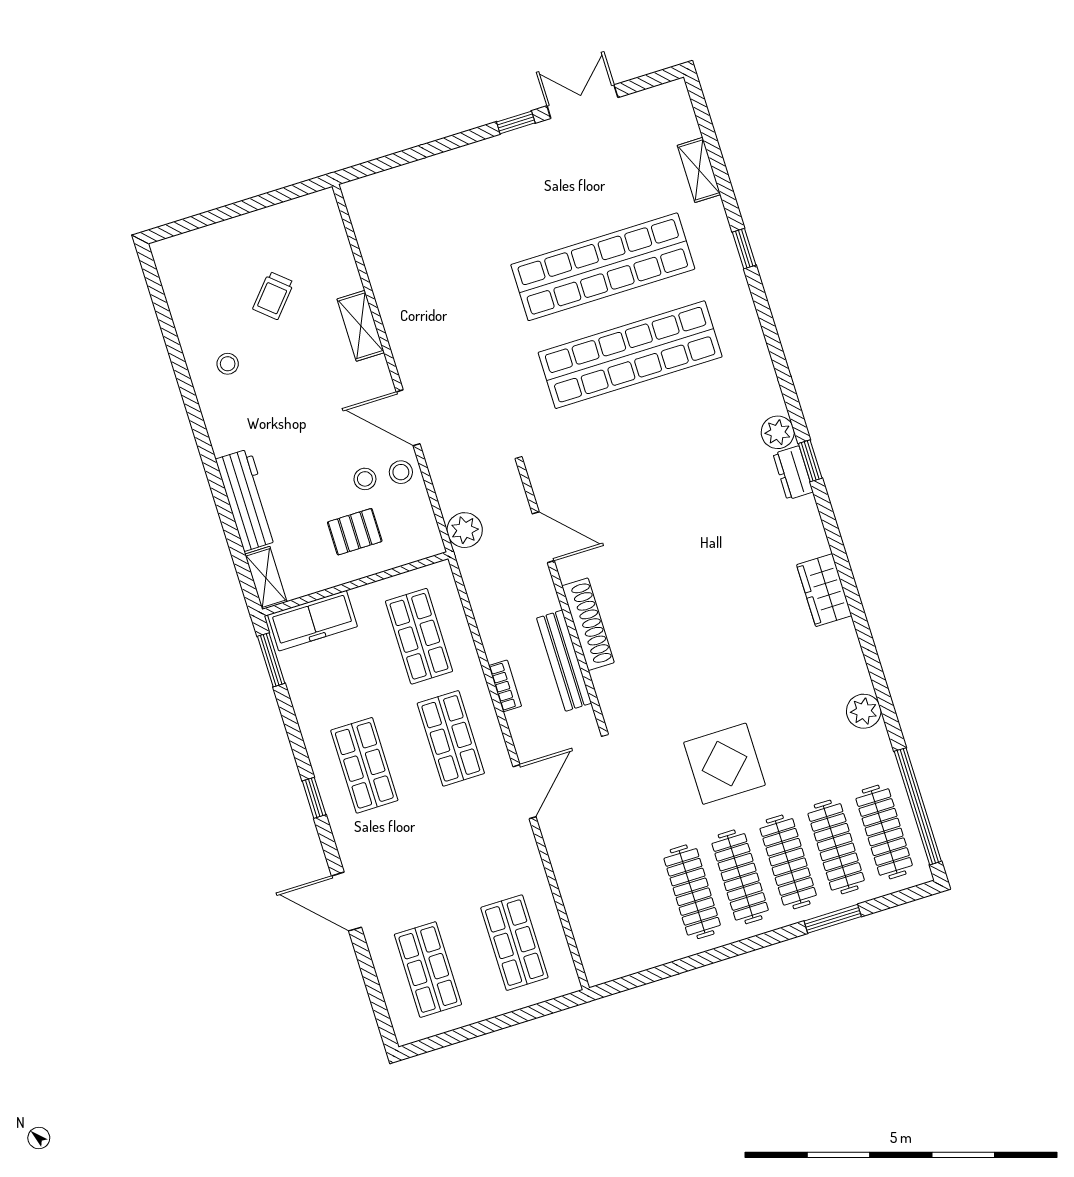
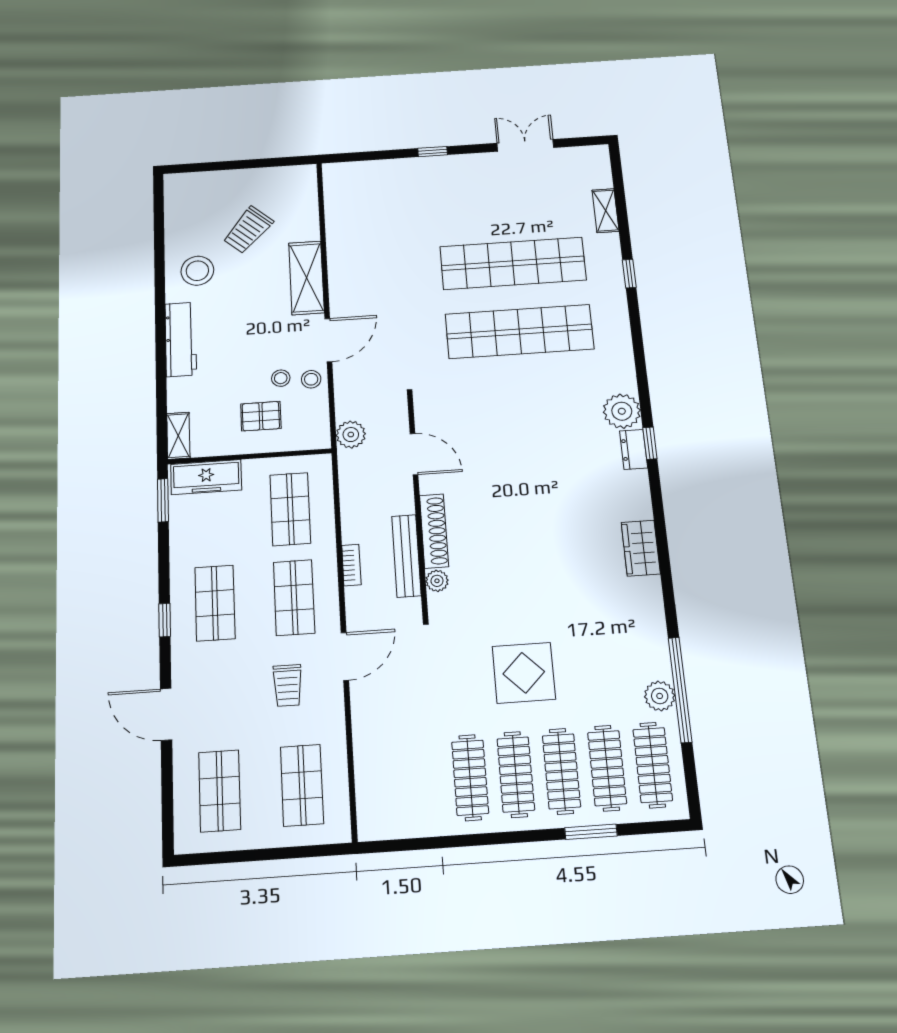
window: (516, 122) -> (433, 152), moved
trolley: (273, 296) -> (248, 230), width x1.36, depth x1.39
shelving: (361, 326) -> (306, 278), width x1.50, depth x1.33
stool: (228, 364) -> (197, 271), width x1.89, depth x1.89
door: (408, 418) -> (328, 340), swing flipped
plant: (778, 432) -> (622, 411), width x1.36, depth x1.36
workbench: (247, 500) -> (181, 339), moved
plant: (605, 682) -> (437, 581), added
plant: (864, 711) -> (660, 696), moved
window: (918, 806) -> (680, 690), moved
trolley: (470, 839) -> (288, 685), added

